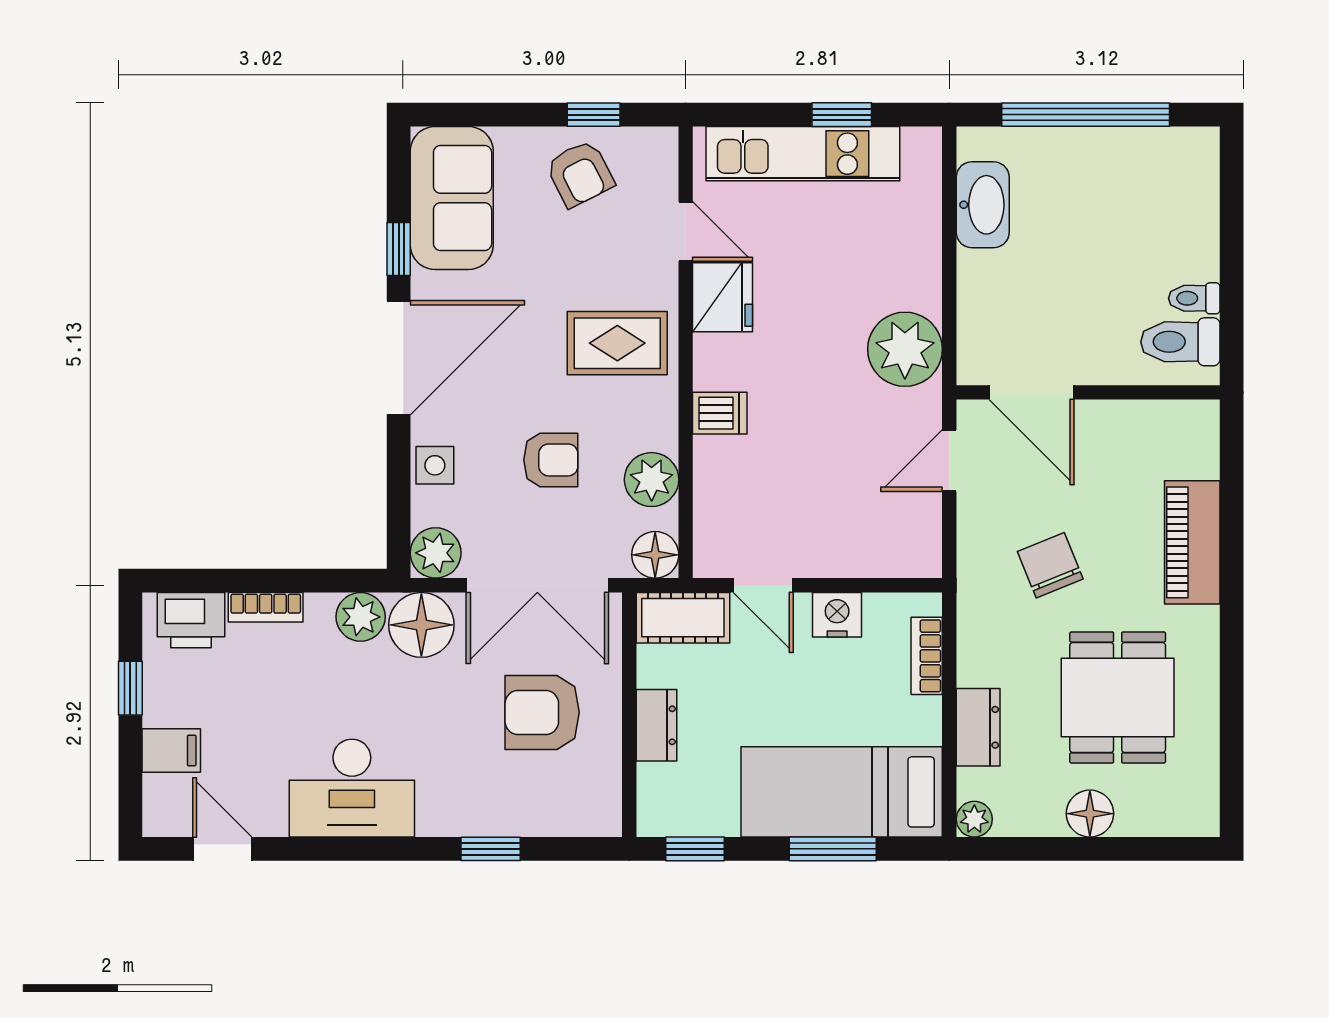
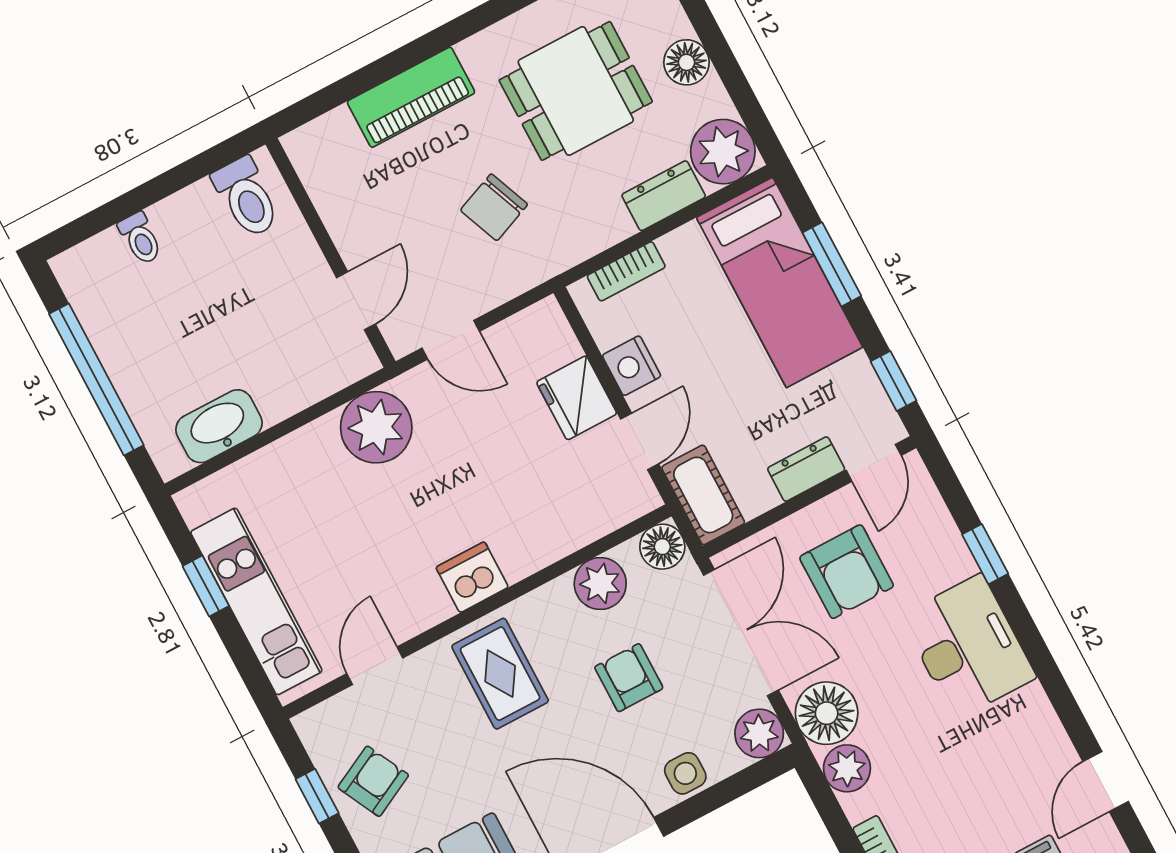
fridge: (723, 297) -> (577, 398), moved, turned -90
toilet: (1194, 298) -> (140, 238), moved
door: (1031, 392) -> (356, 301), width x0.73
dishwasher: (720, 413) -> (472, 577), moved, width x1.38
desk: (352, 788) -> (968, 647), moved
door: (629, 791) -> (874, 463), added
plant: (974, 819) -> (723, 152), width x1.87, depth x1.87

